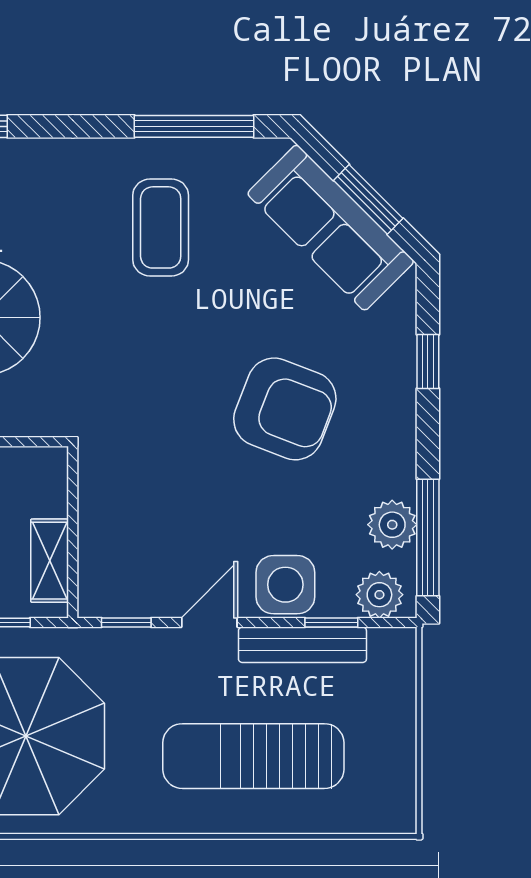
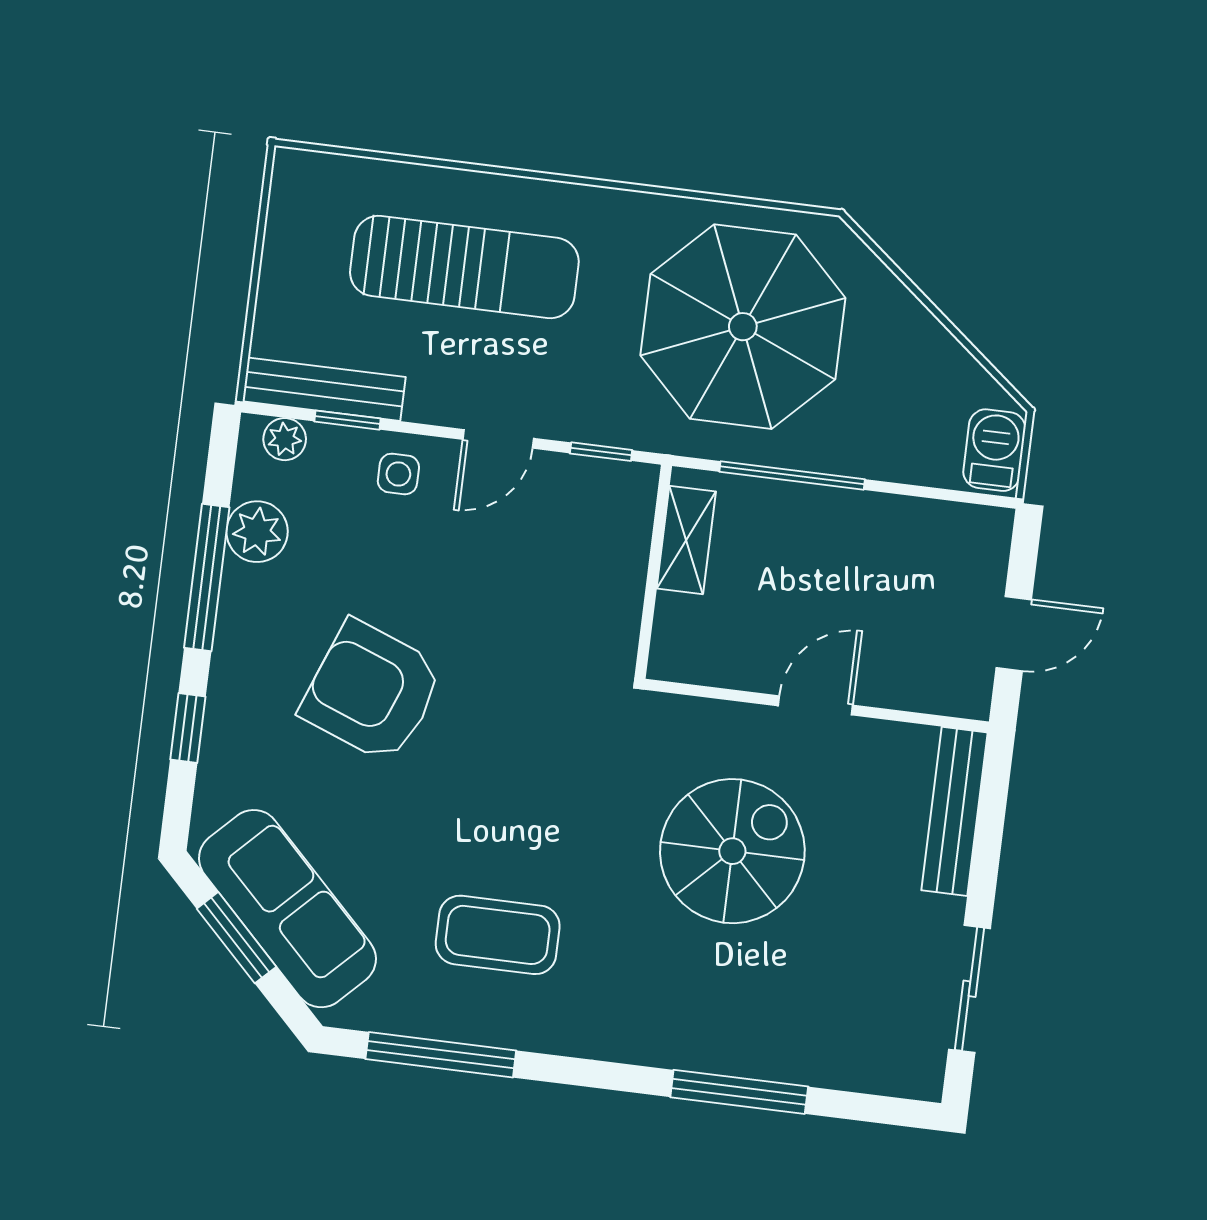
coffee table: (161, 227) -> (498, 935), turned 90
window: (428, 538) -> (207, 578), moved
side table: (285, 585) -> (398, 474), width x0.54, depth x0.54
plant: (379, 595) -> (285, 439), width x0.73, depth x0.73
bench: (302, 645) -> (324, 389), moved

